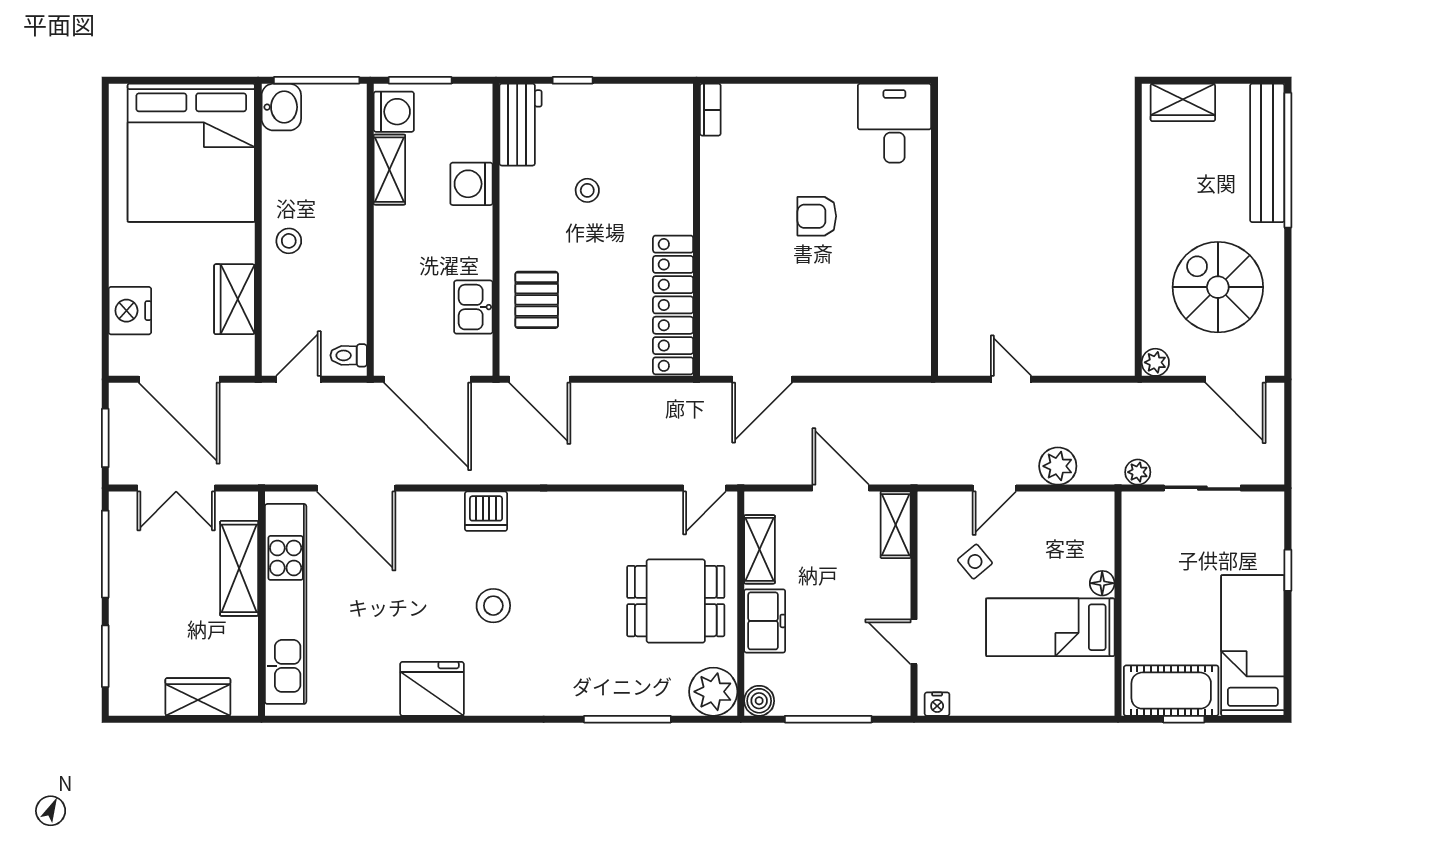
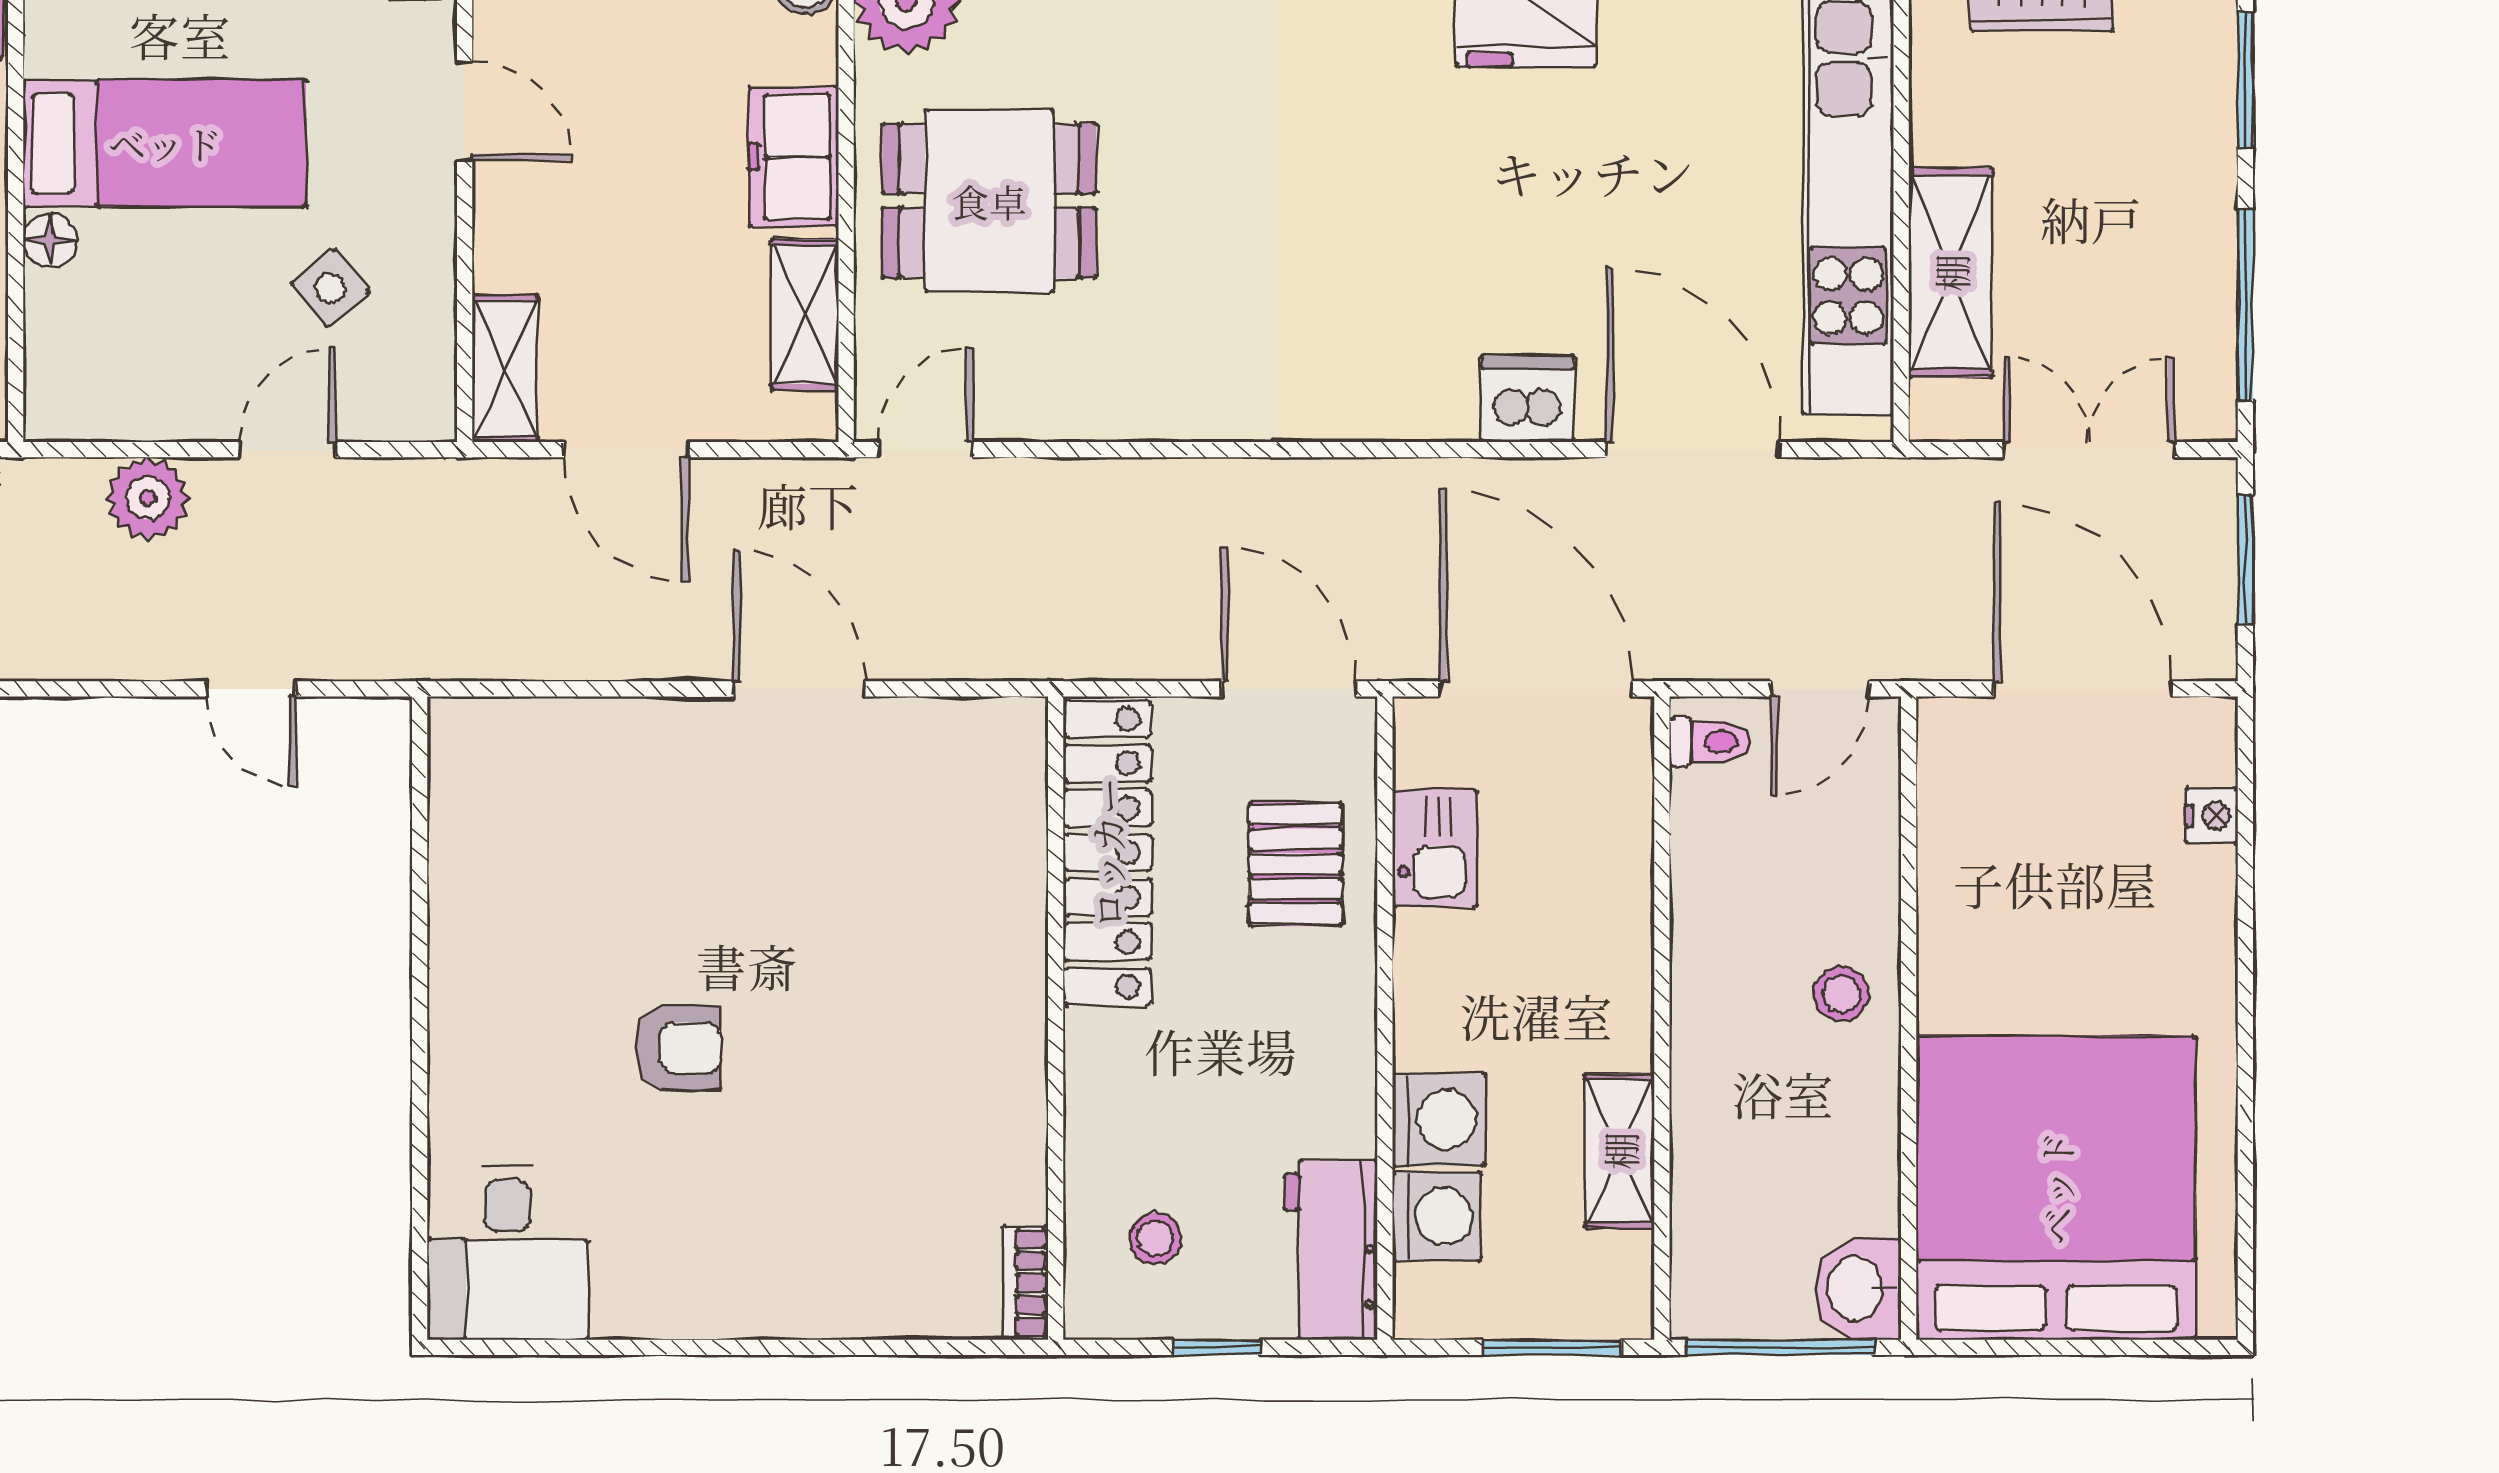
bookcase: (710, 110) -> (1025, 1283), moved
washing machine: (394, 112) -> (1437, 1216), moved, turned 180
stool: (587, 190) -> (1155, 1238), moved
wall: (697, 230) -> (1056, 1018), moved
wardrobe: (234, 299) -> (1961, 865), removed
locker: (673, 305) -> (1107, 853), moved
nightstand: (130, 311) -> (2212, 816), width x0.53, depth x0.56
door: (762, 379) -> (799, 689), hinge flipped
dishwasher: (486, 511) -> (1528, 399), moved
stool: (493, 606) -> (1391, 191), removed

